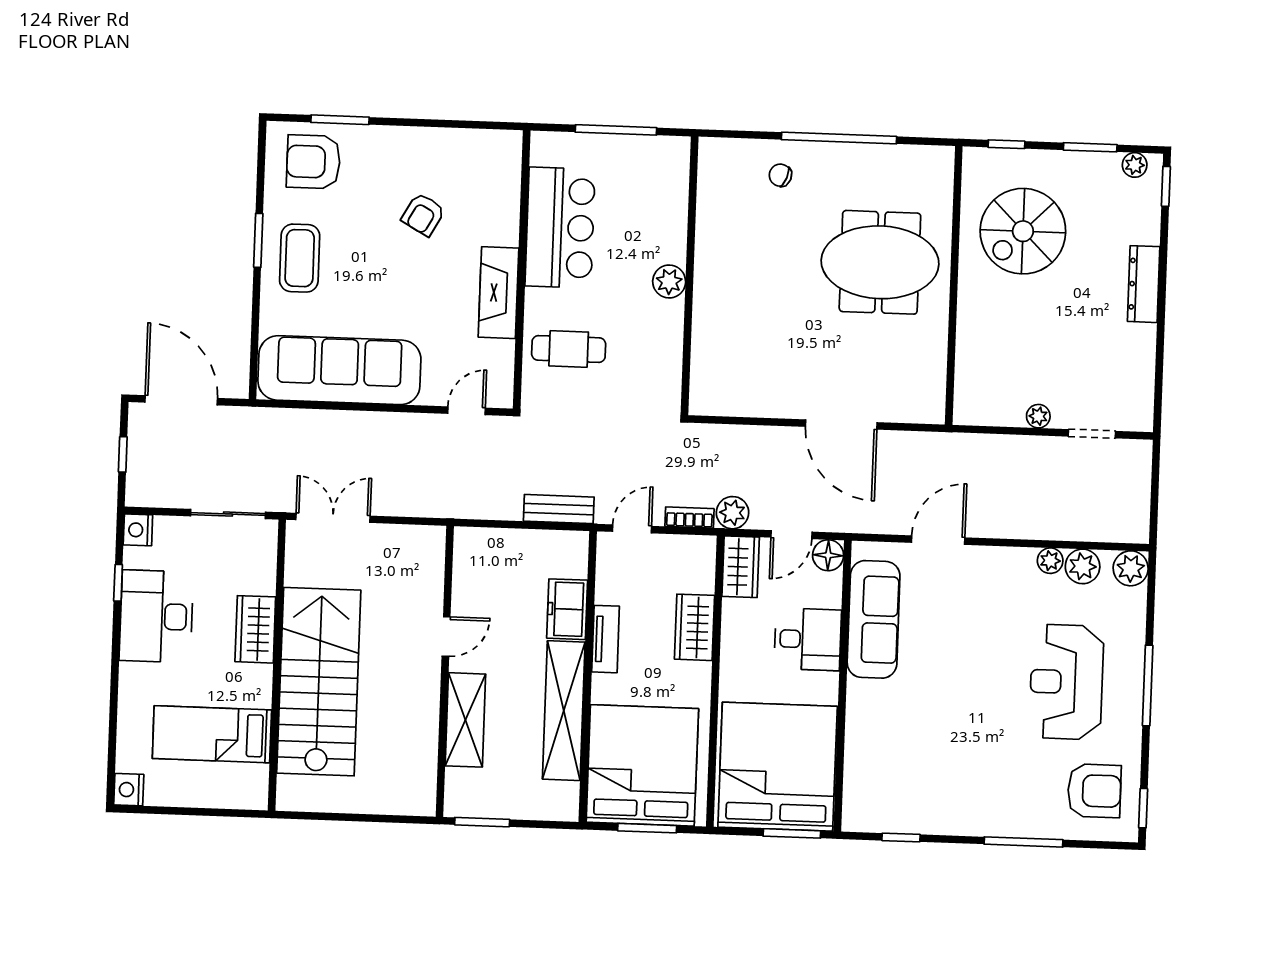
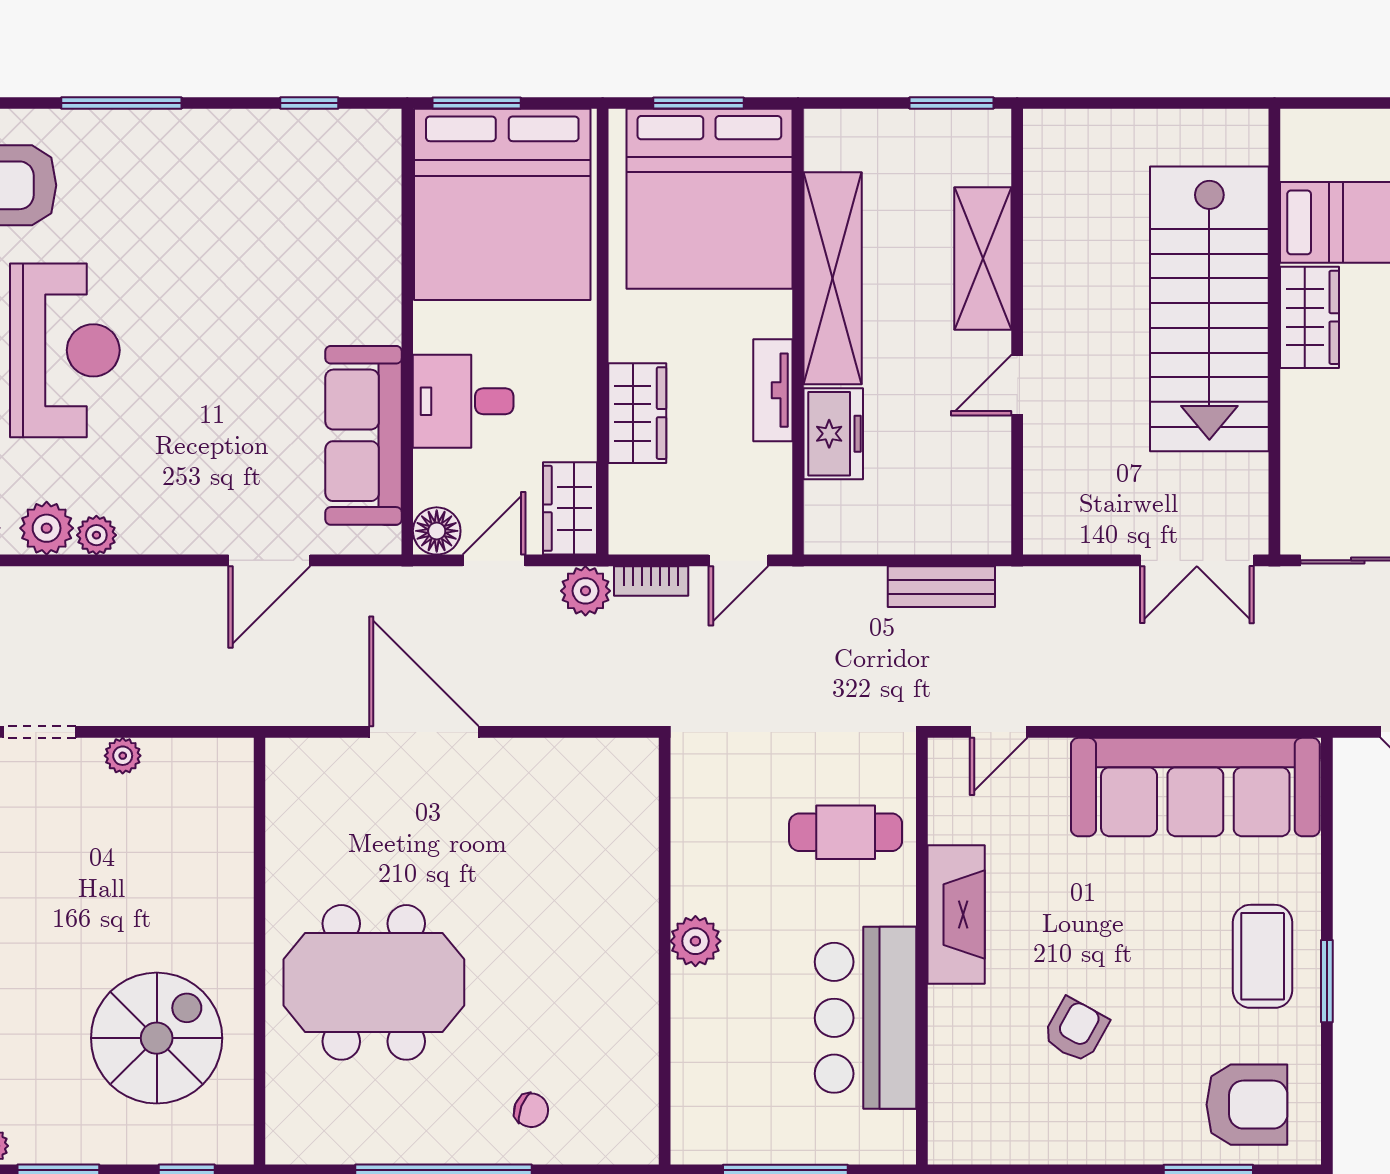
bench: (559, 509) -> (941, 587), moved
wardrobe: (255, 629) -> (1310, 317), moved

